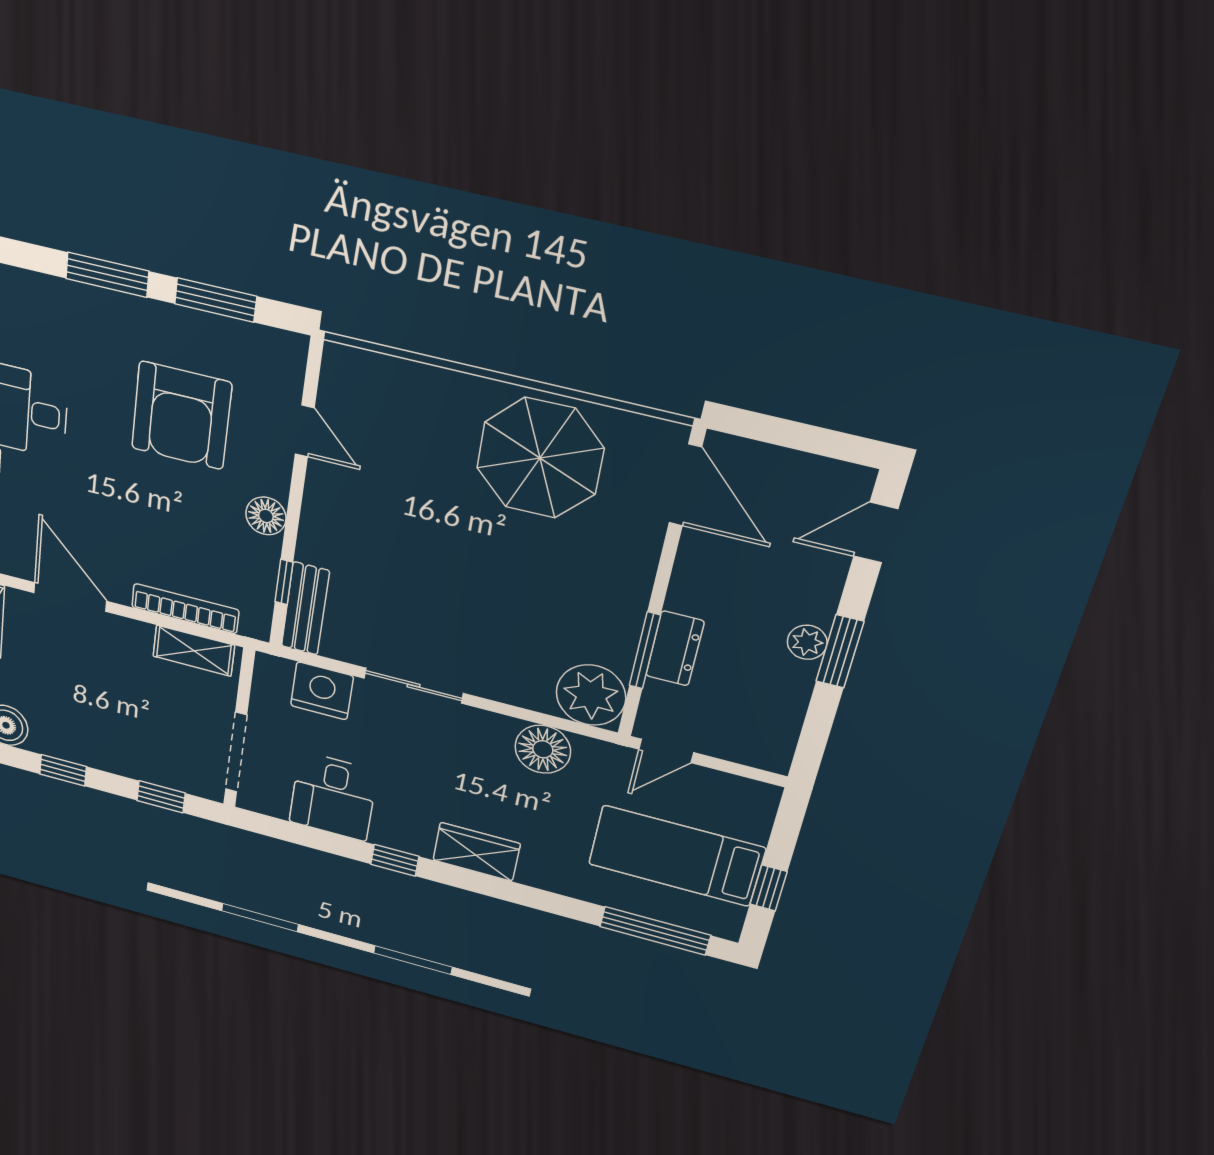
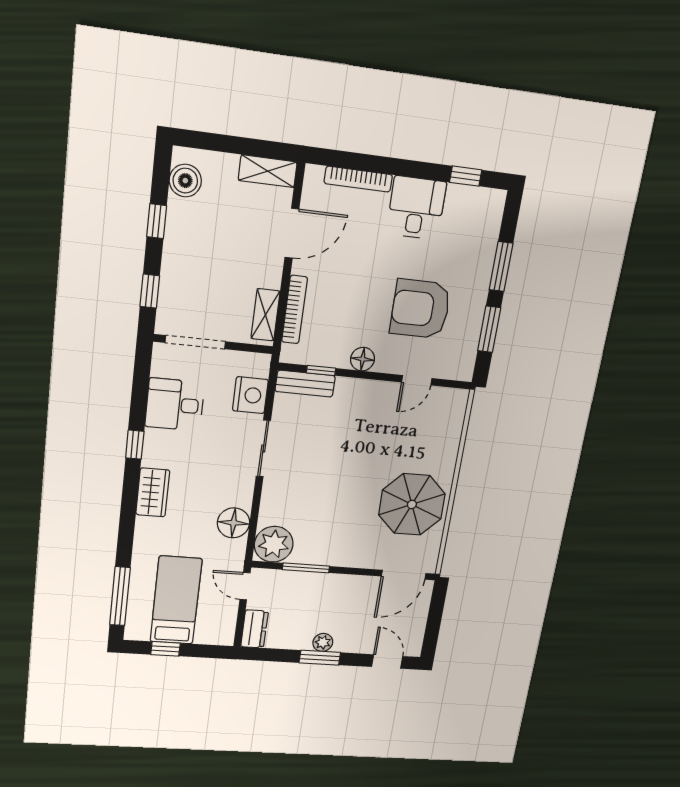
dresser: (675, 648) -> (254, 629), moved, turned -90

